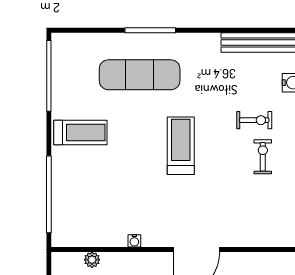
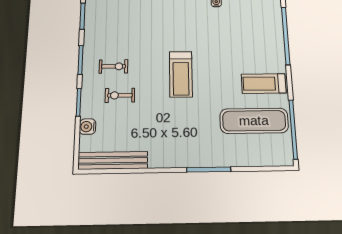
exercise mat: (140, 75) -> (254, 121), moved
exercise bike: (263, 157) -> (114, 66), turned -90

